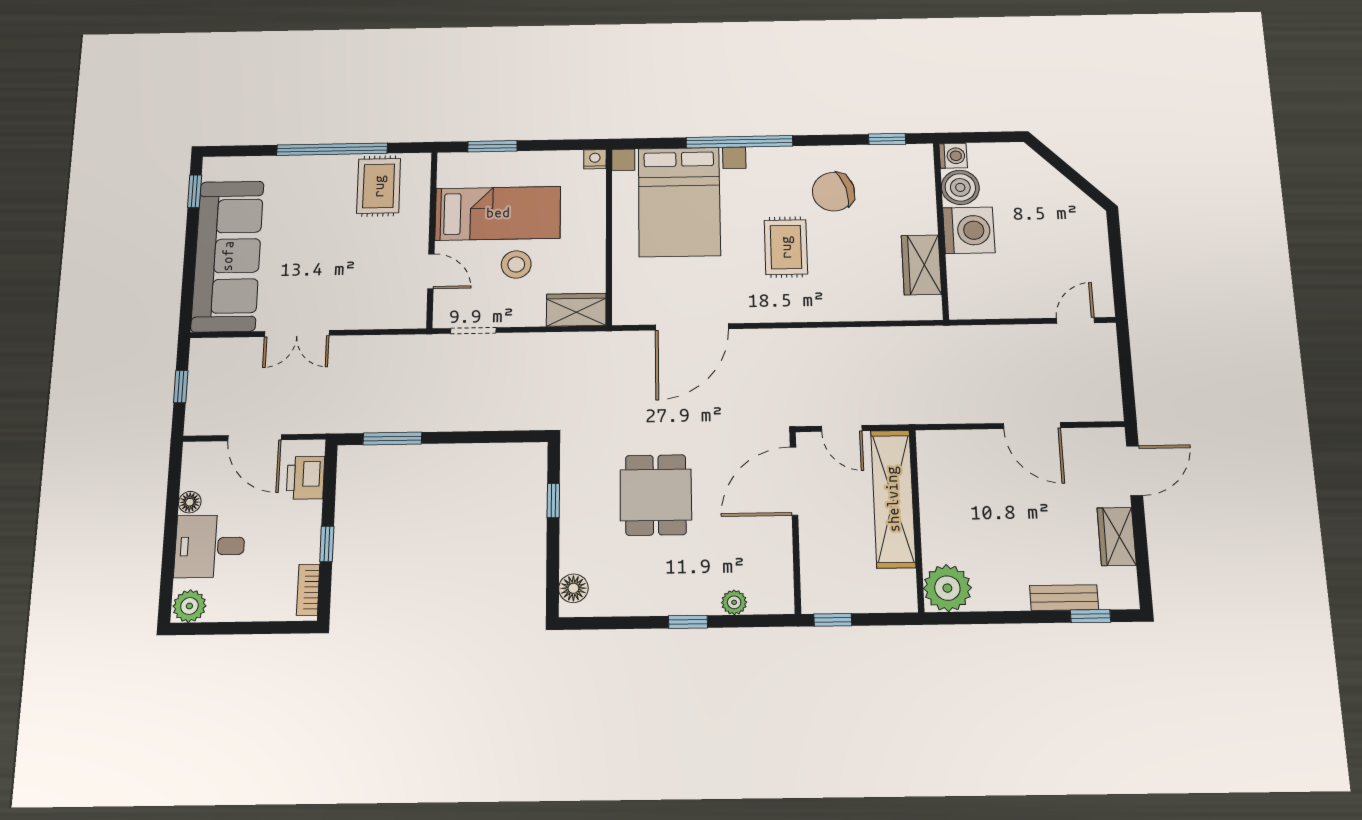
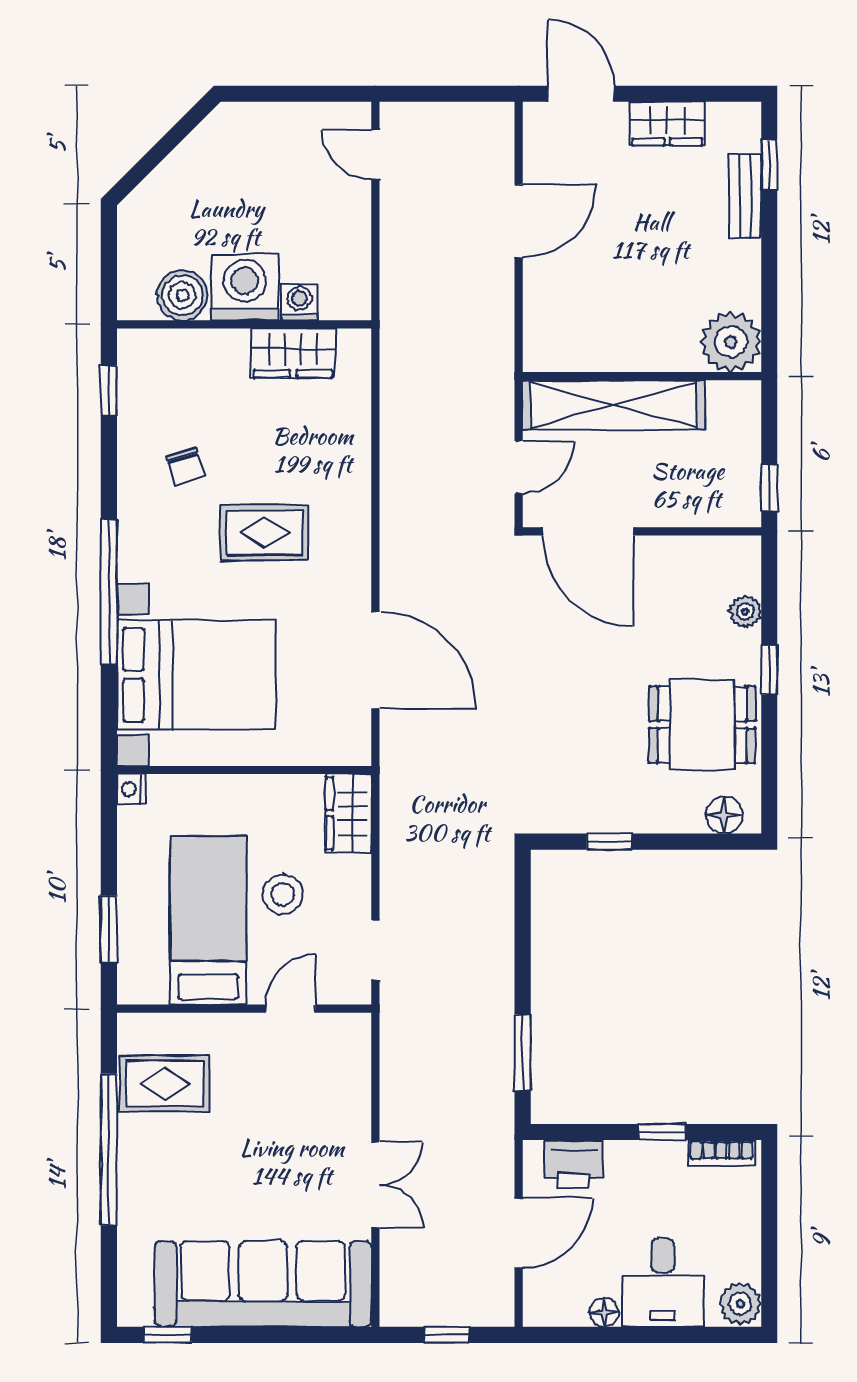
washing machine: (953, 156) -> (299, 302), moved
chair: (833, 192) -> (185, 466), width x0.54, depth x0.54
dining table: (656, 495) -> (702, 725), moved

